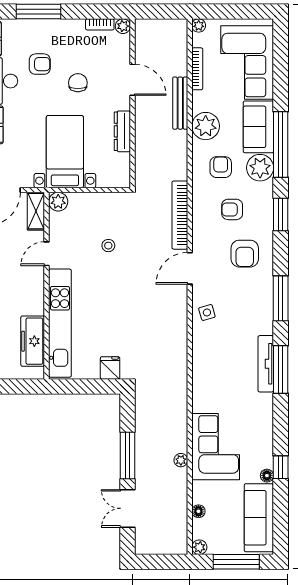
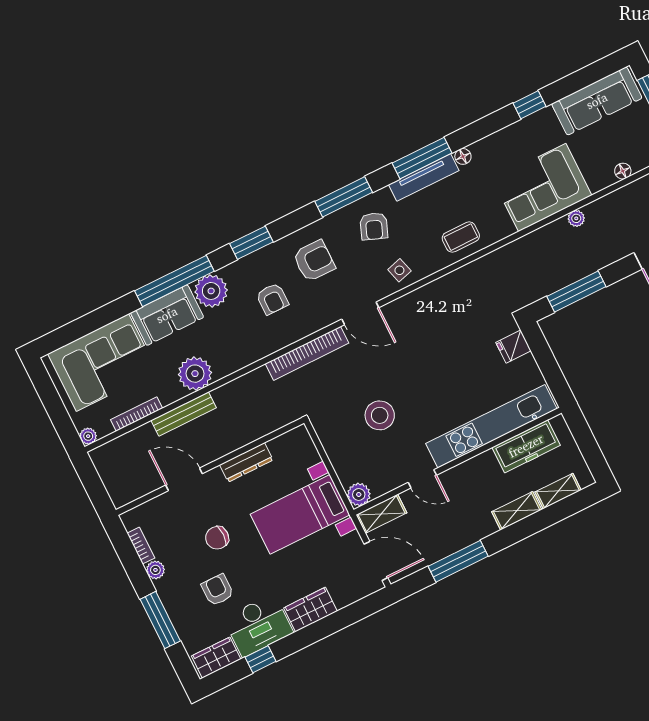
plant: (123, 26) -> (155, 570), moved
door: (132, 80) -> (184, 479), hinge flipped
armchair: (221, 167) -> (374, 226), moved, turned -69
stool: (108, 246) -> (380, 415), width x1.89, depth x1.89
coffee table: (209, 369) -> (461, 237), added
window: (127, 456) -> (576, 291), moved
floor lamp: (267, 476) -> (463, 156), moved

